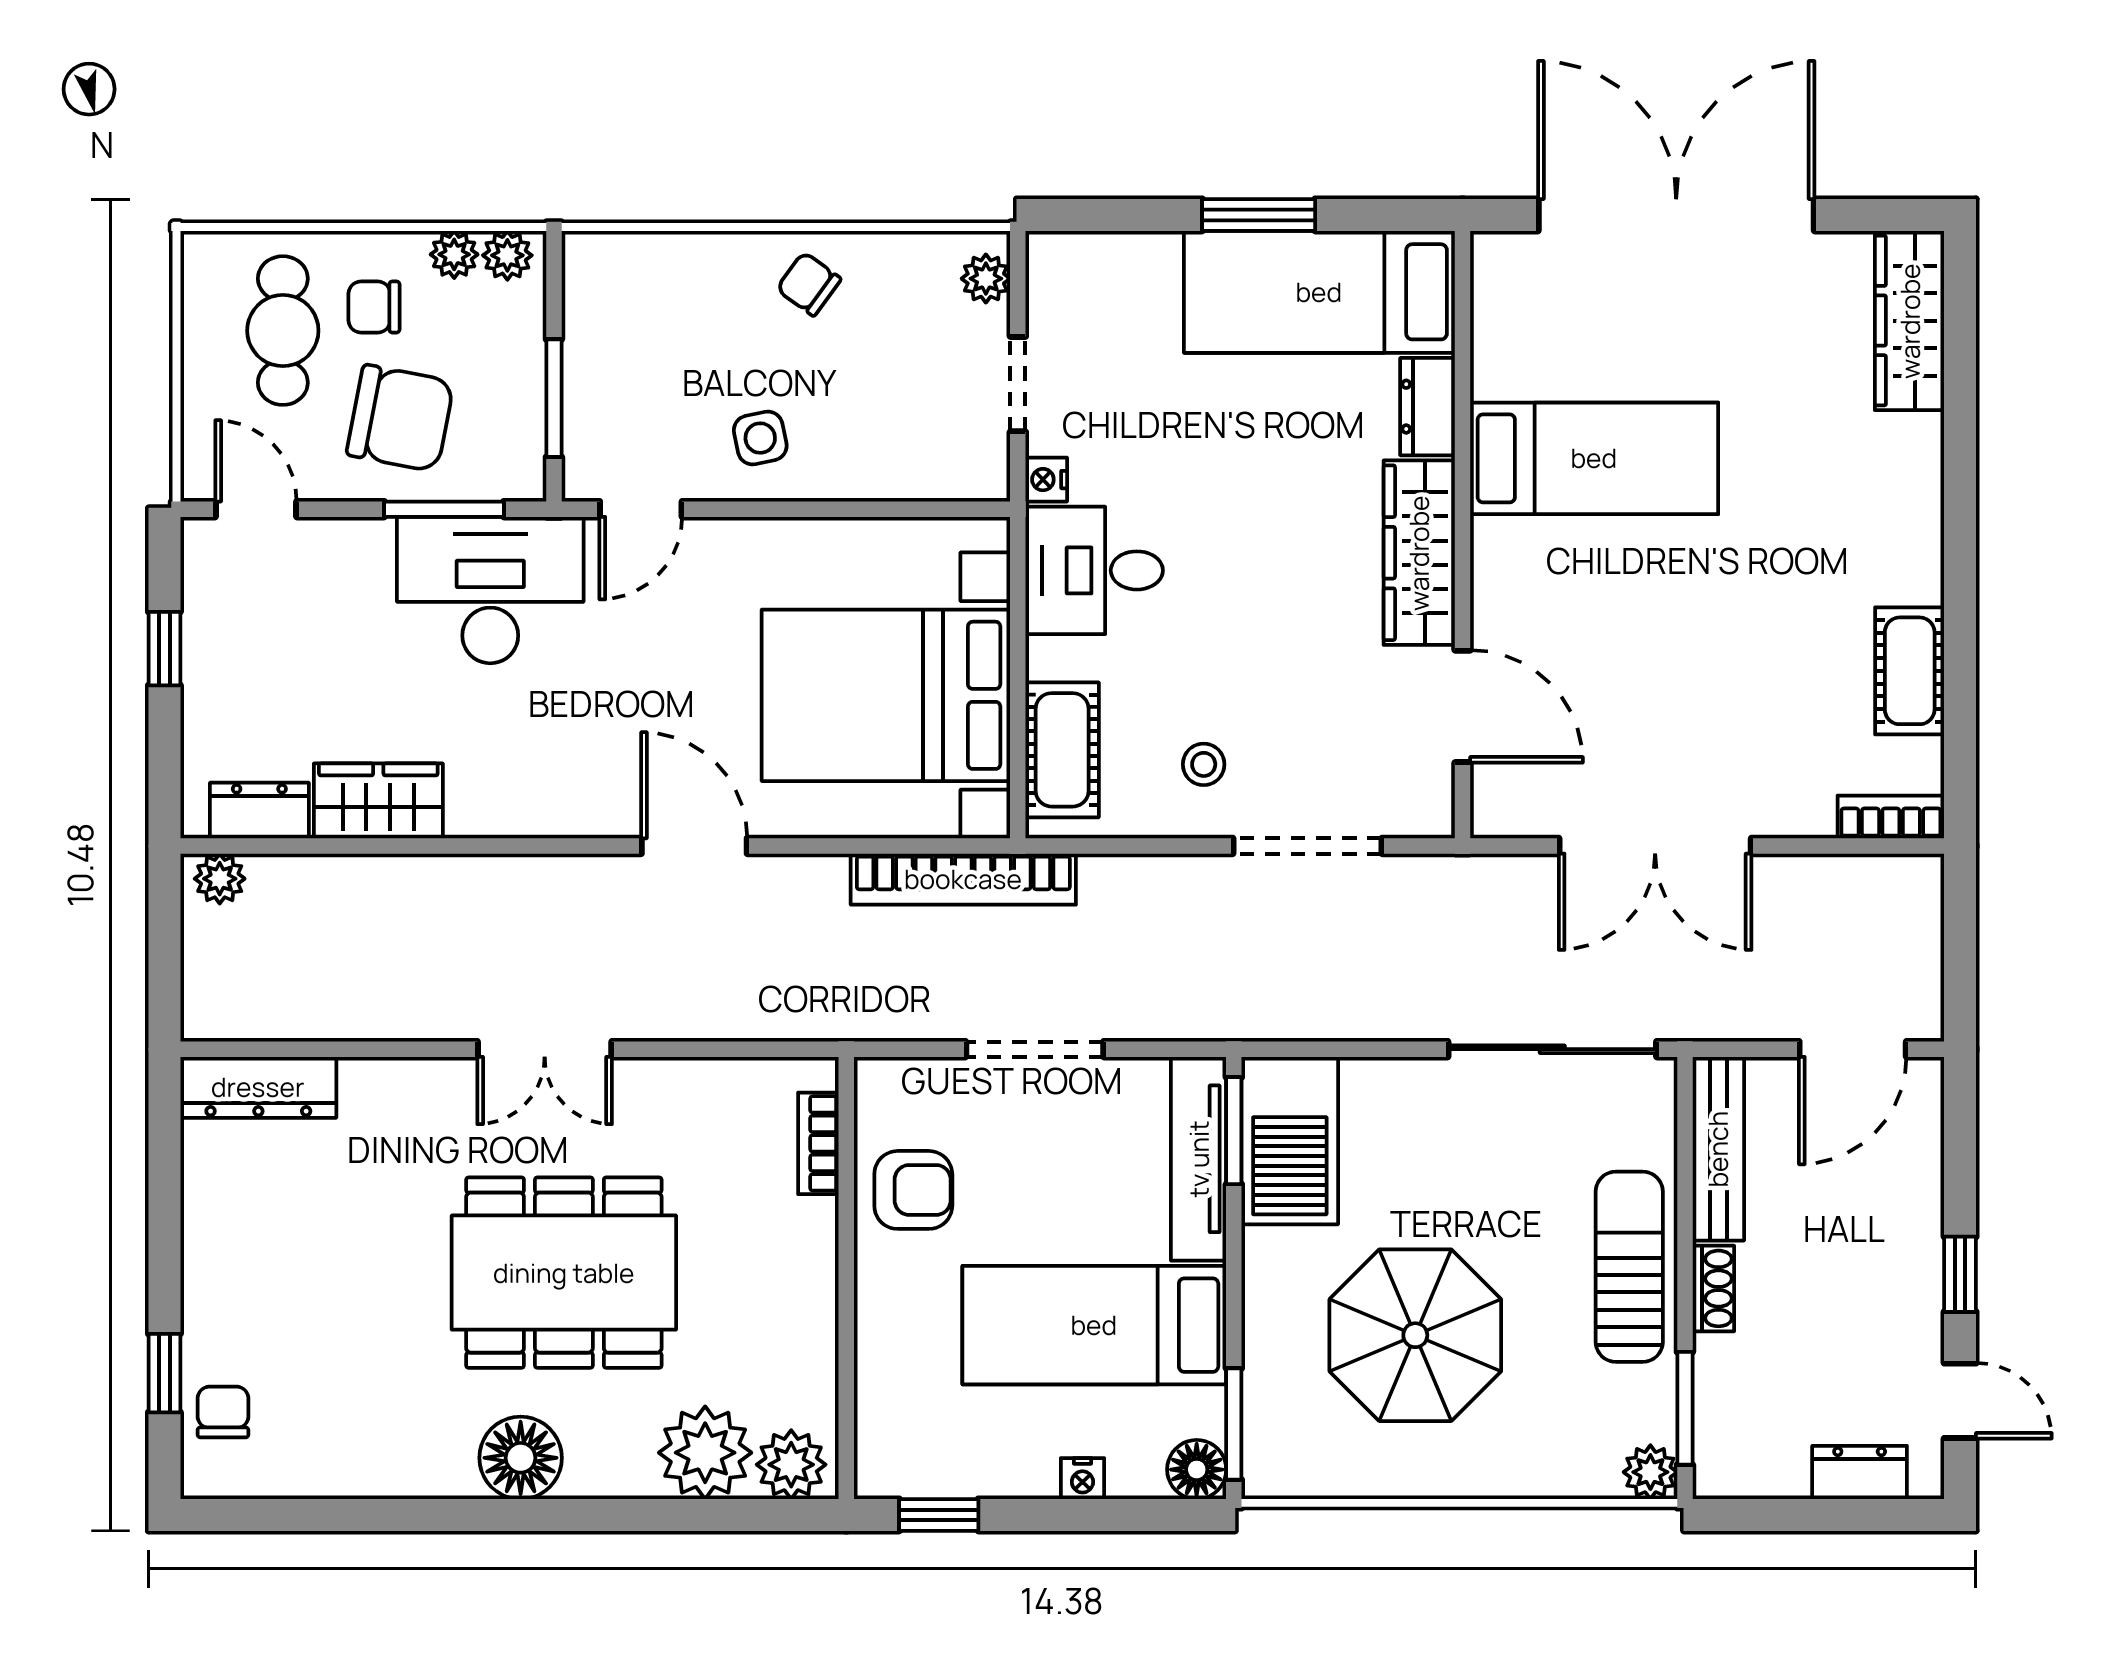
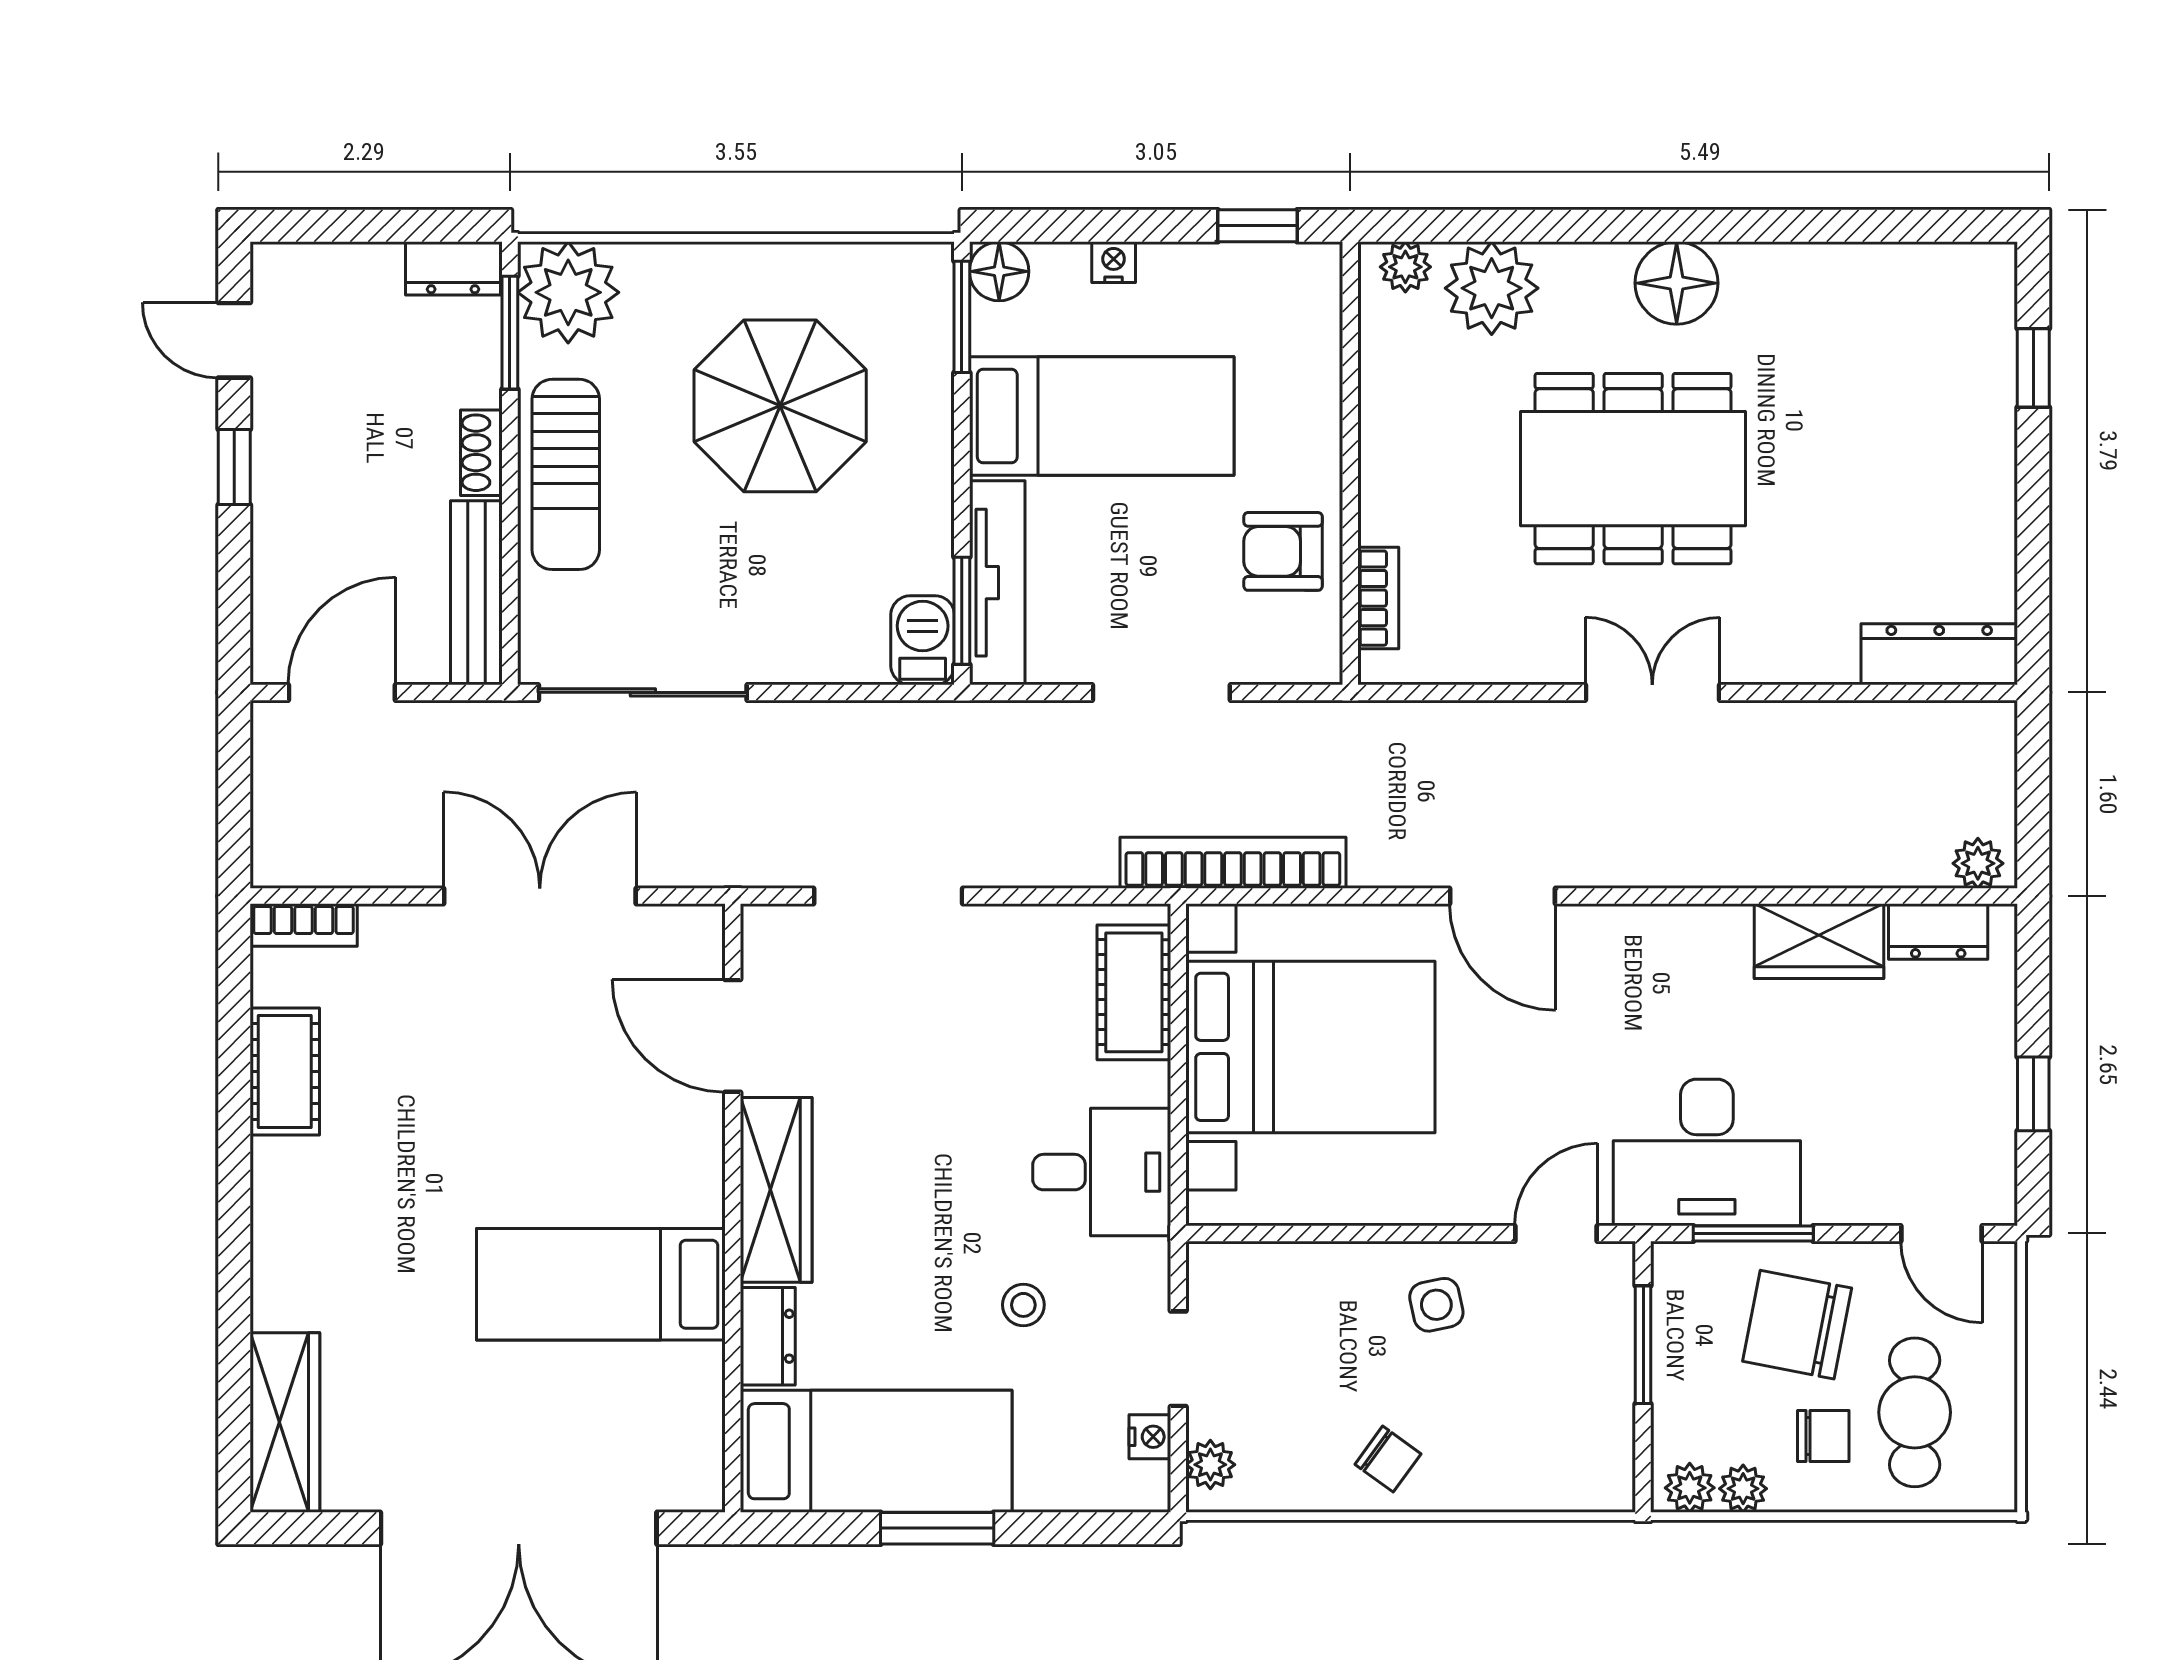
nightstand: (1046, 480) -> (1150, 1437), moved
stool: (1204, 764) -> (1023, 1305), moved
barbecue: (1290, 1141) -> (923, 640), width x0.53, depth x0.65
chair: (223, 1412) -> (1975, 329), removed
plant: (791, 1465) -> (1405, 267), width x0.73, depth x0.73
plant: (1650, 1472) -> (568, 292), width x1.87, depth x1.87
dresser: (1860, 1472) -> (453, 268), moved

